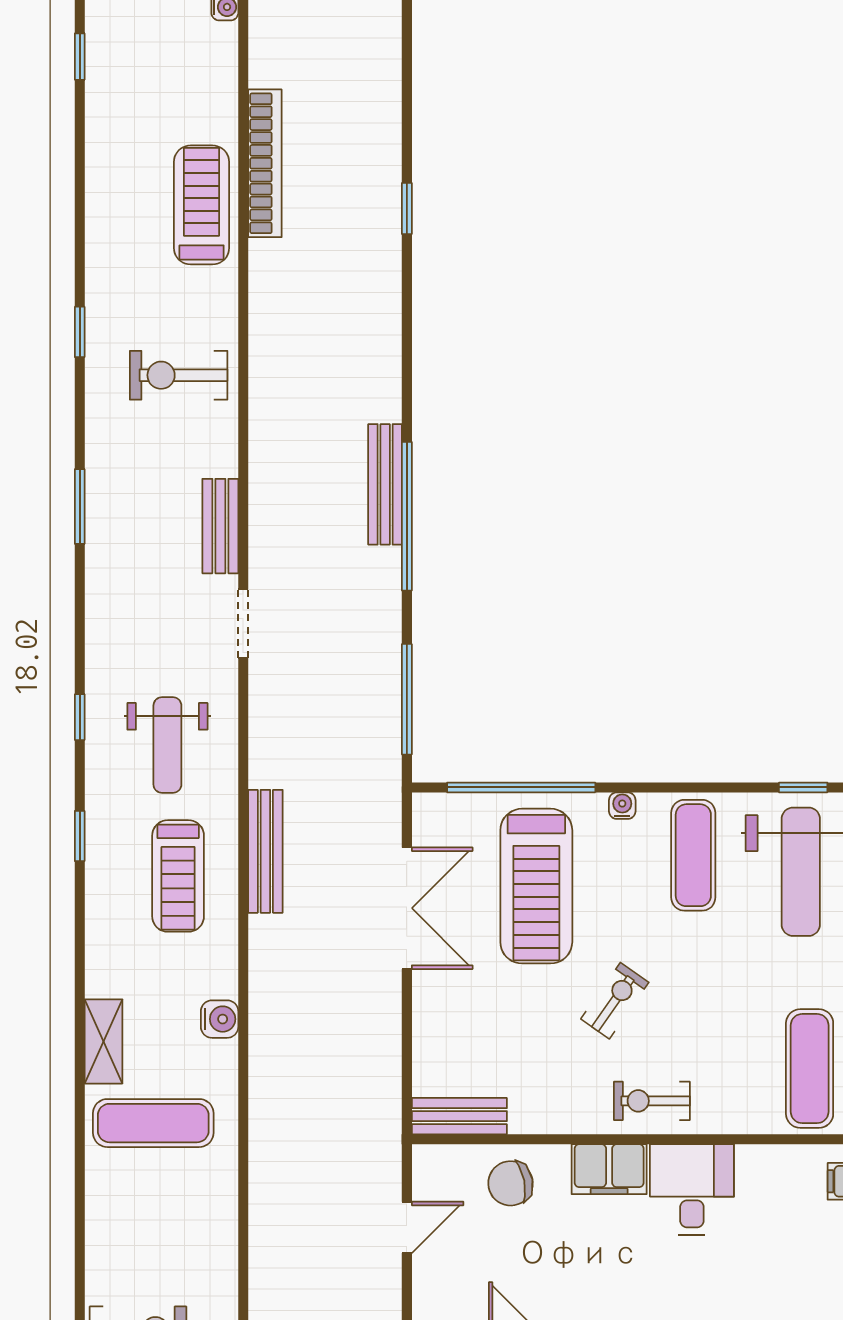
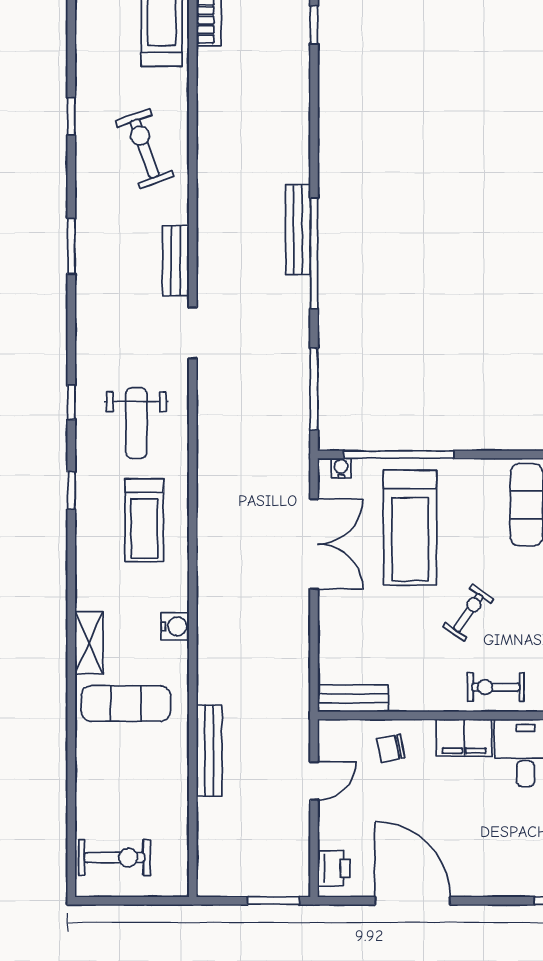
exercise bike: (179, 375) -> (145, 149), turned 70
water cooler: (622, 806) -> (341, 468), moved
bench: (265, 851) -> (209, 751), moved
chair: (510, 1183) -> (391, 748), width x0.73, depth x0.73

